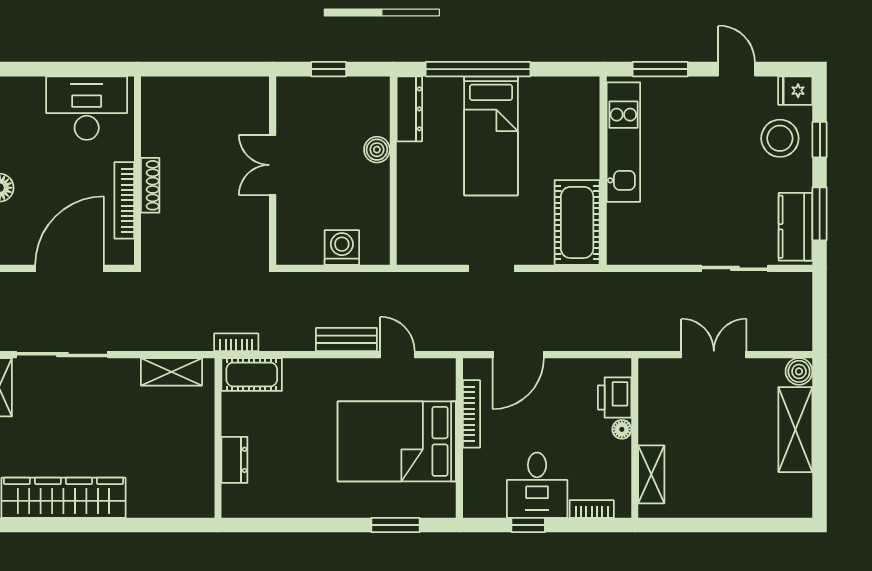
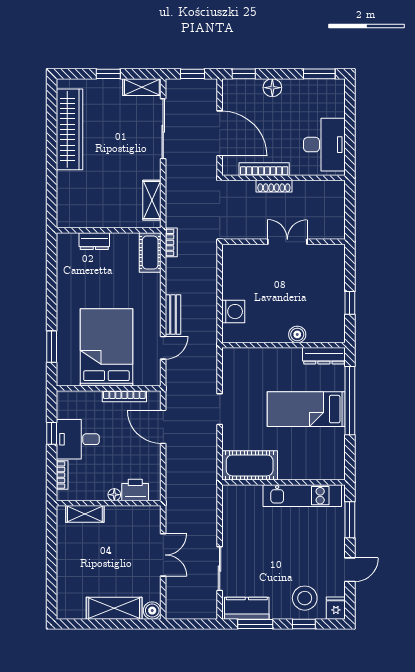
double door: (273, 165) -> (287, 242), moved
wall: (273, 171) -> (284, 242), moved

